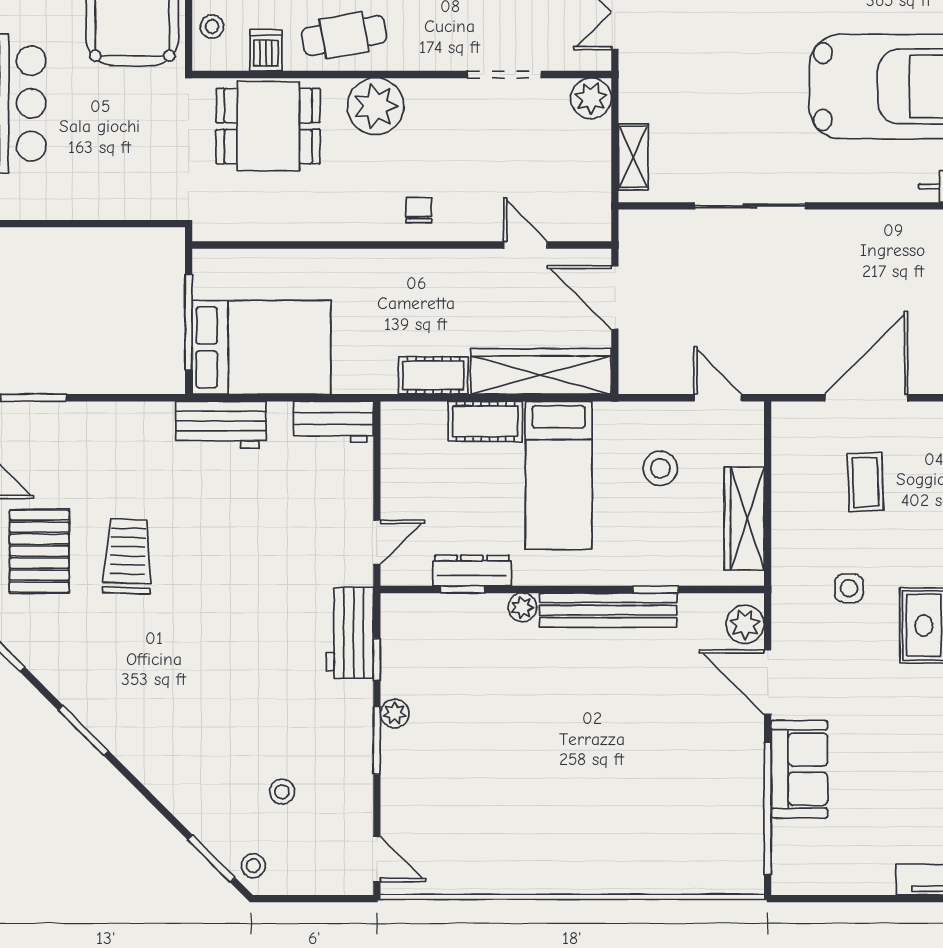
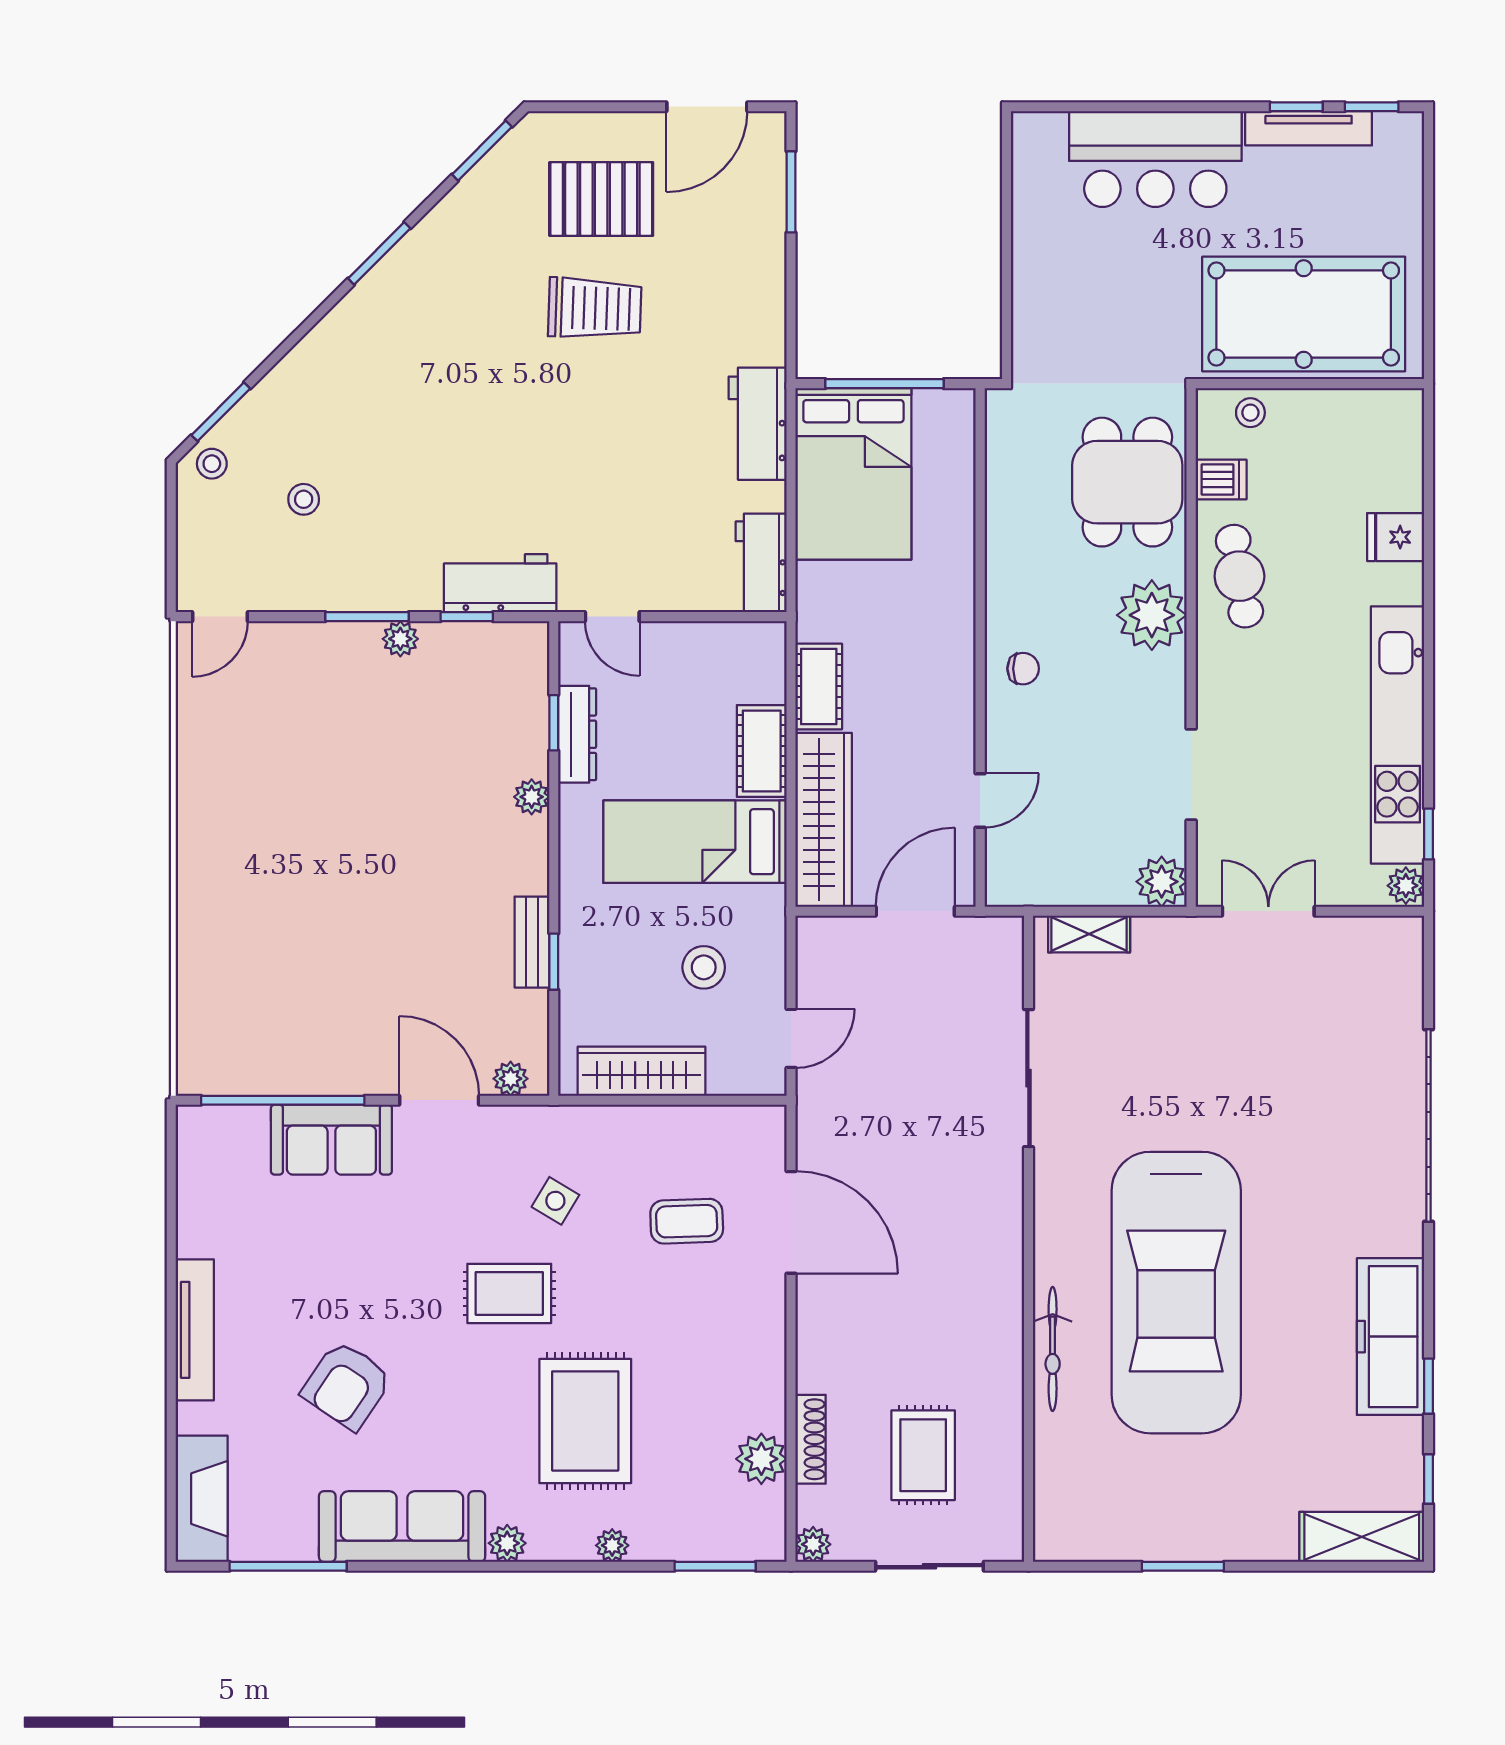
side table: (849, 588) -> (555, 1201), turned 31
bench: (608, 610) -> (532, 942), width x0.54, depth x0.82
plant: (745, 624) -> (511, 1079), width x0.73, depth x0.73
door: (768, 682) -> (439, 1100), hinge flipped

